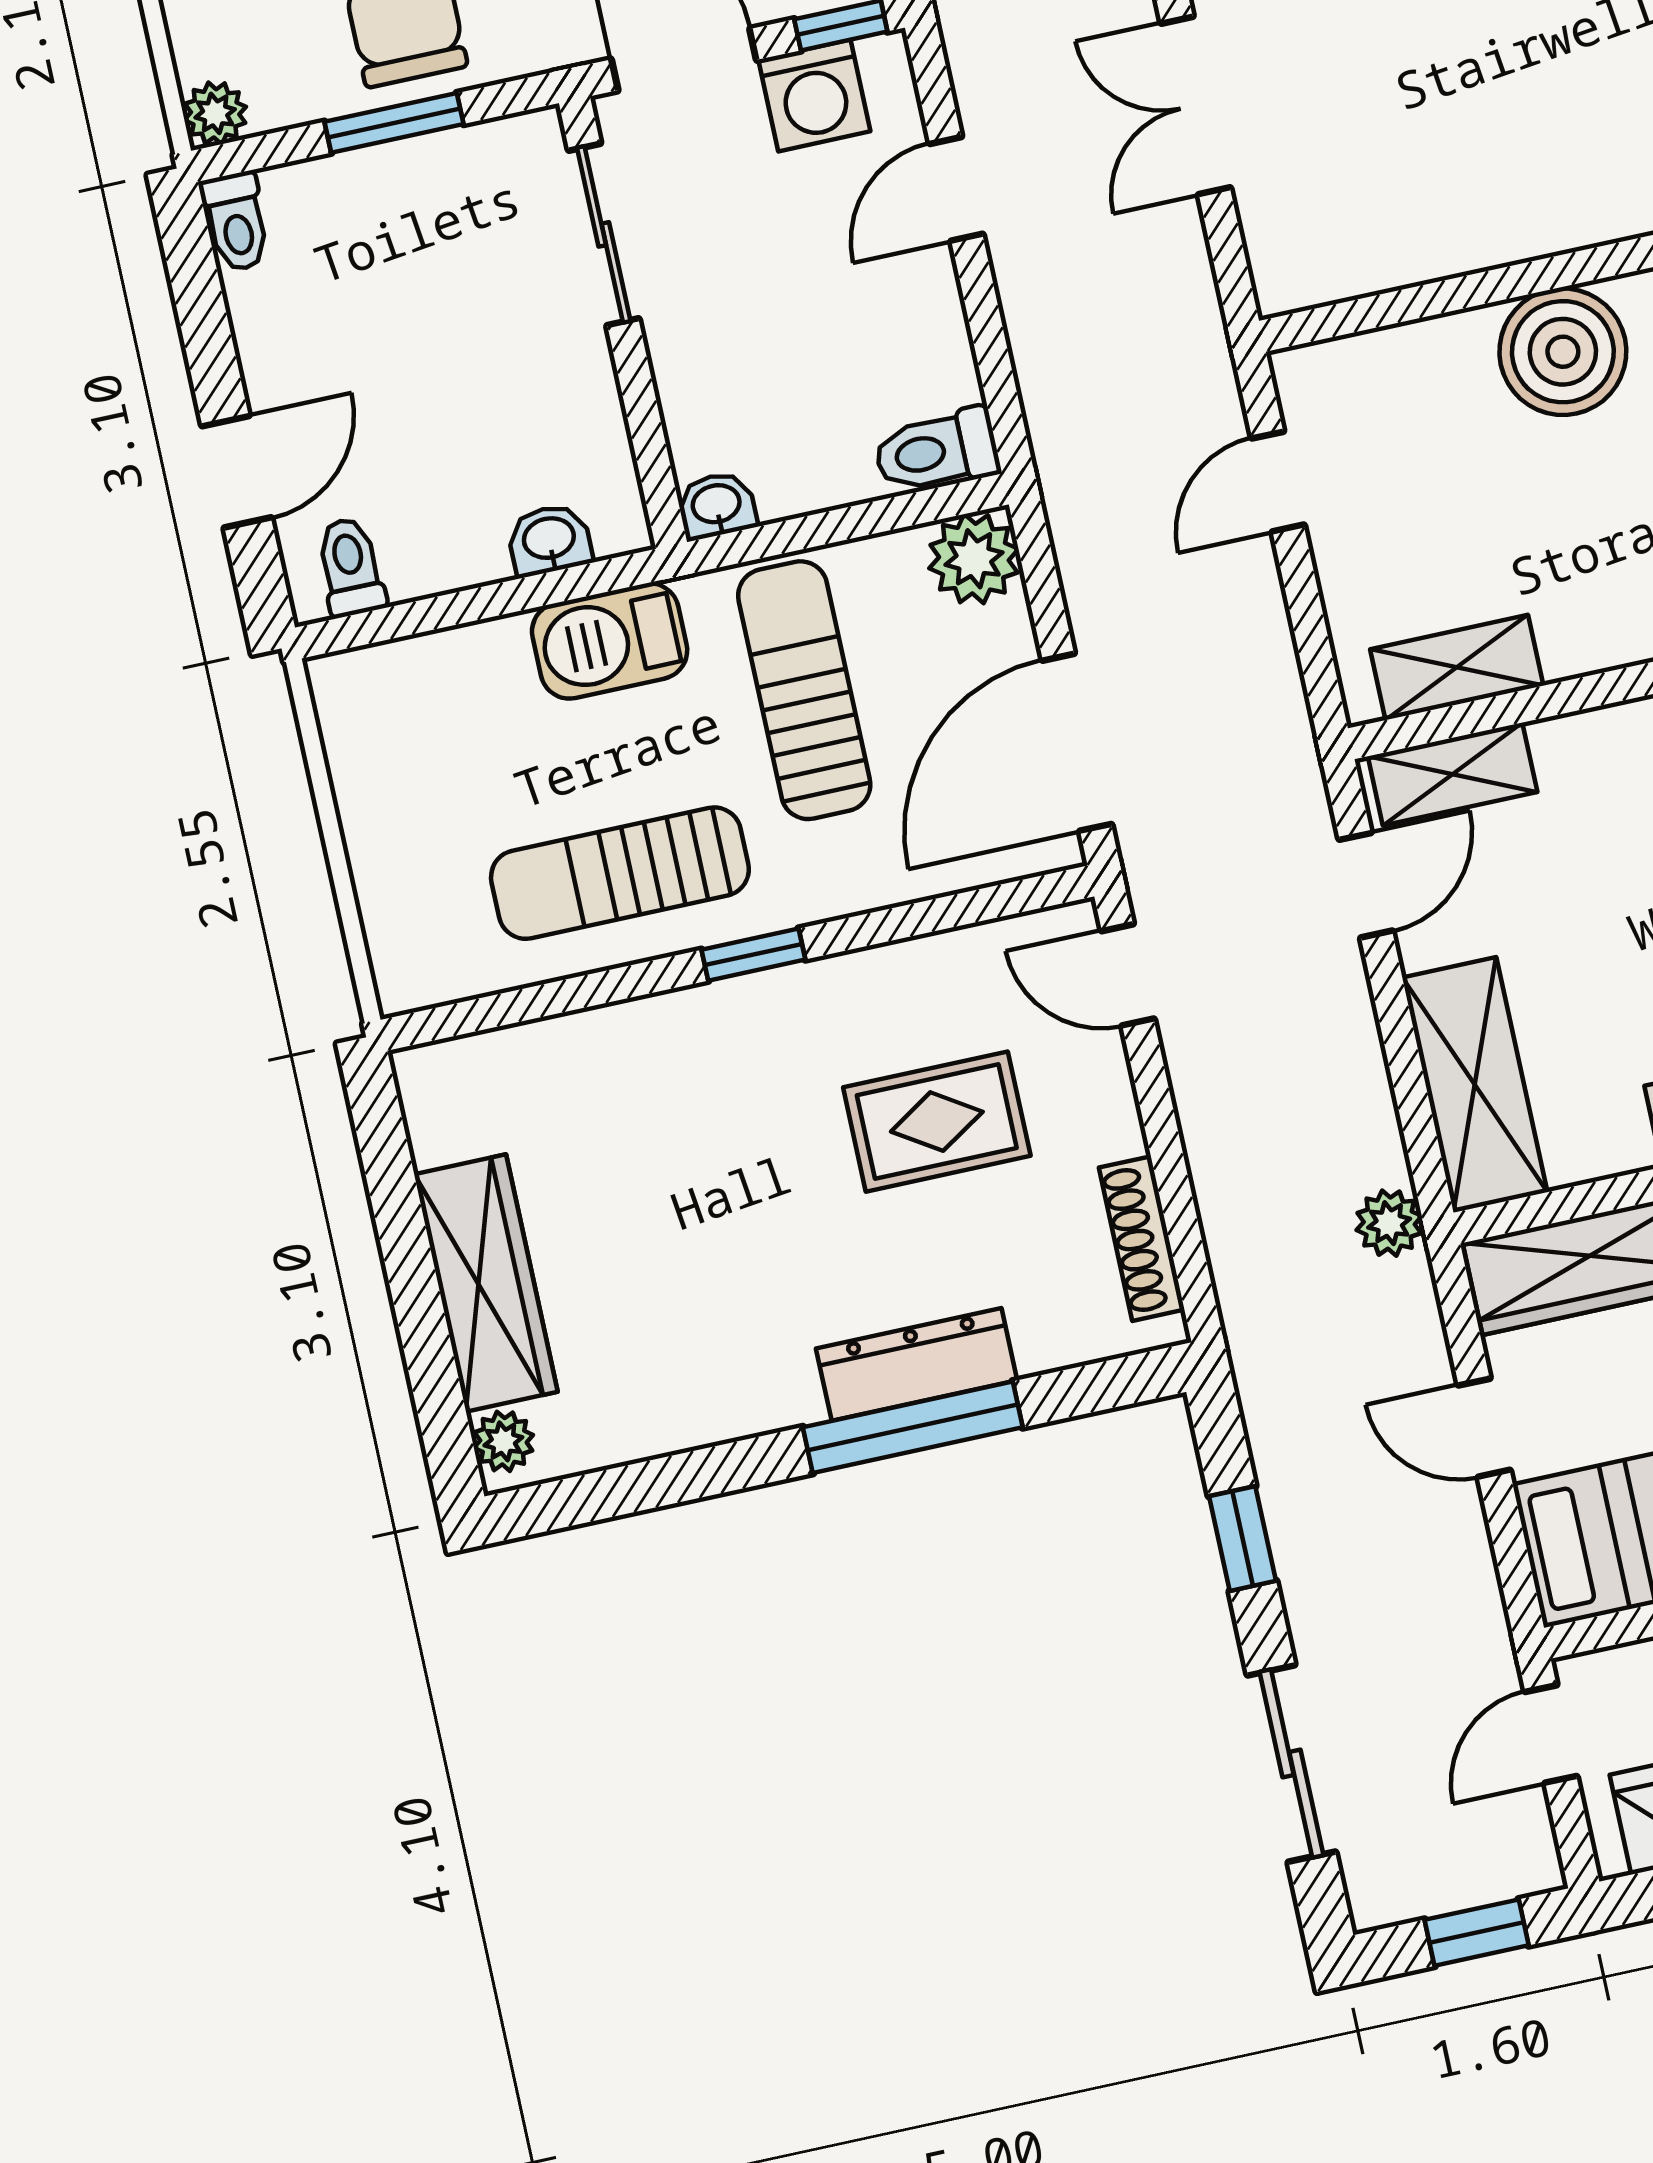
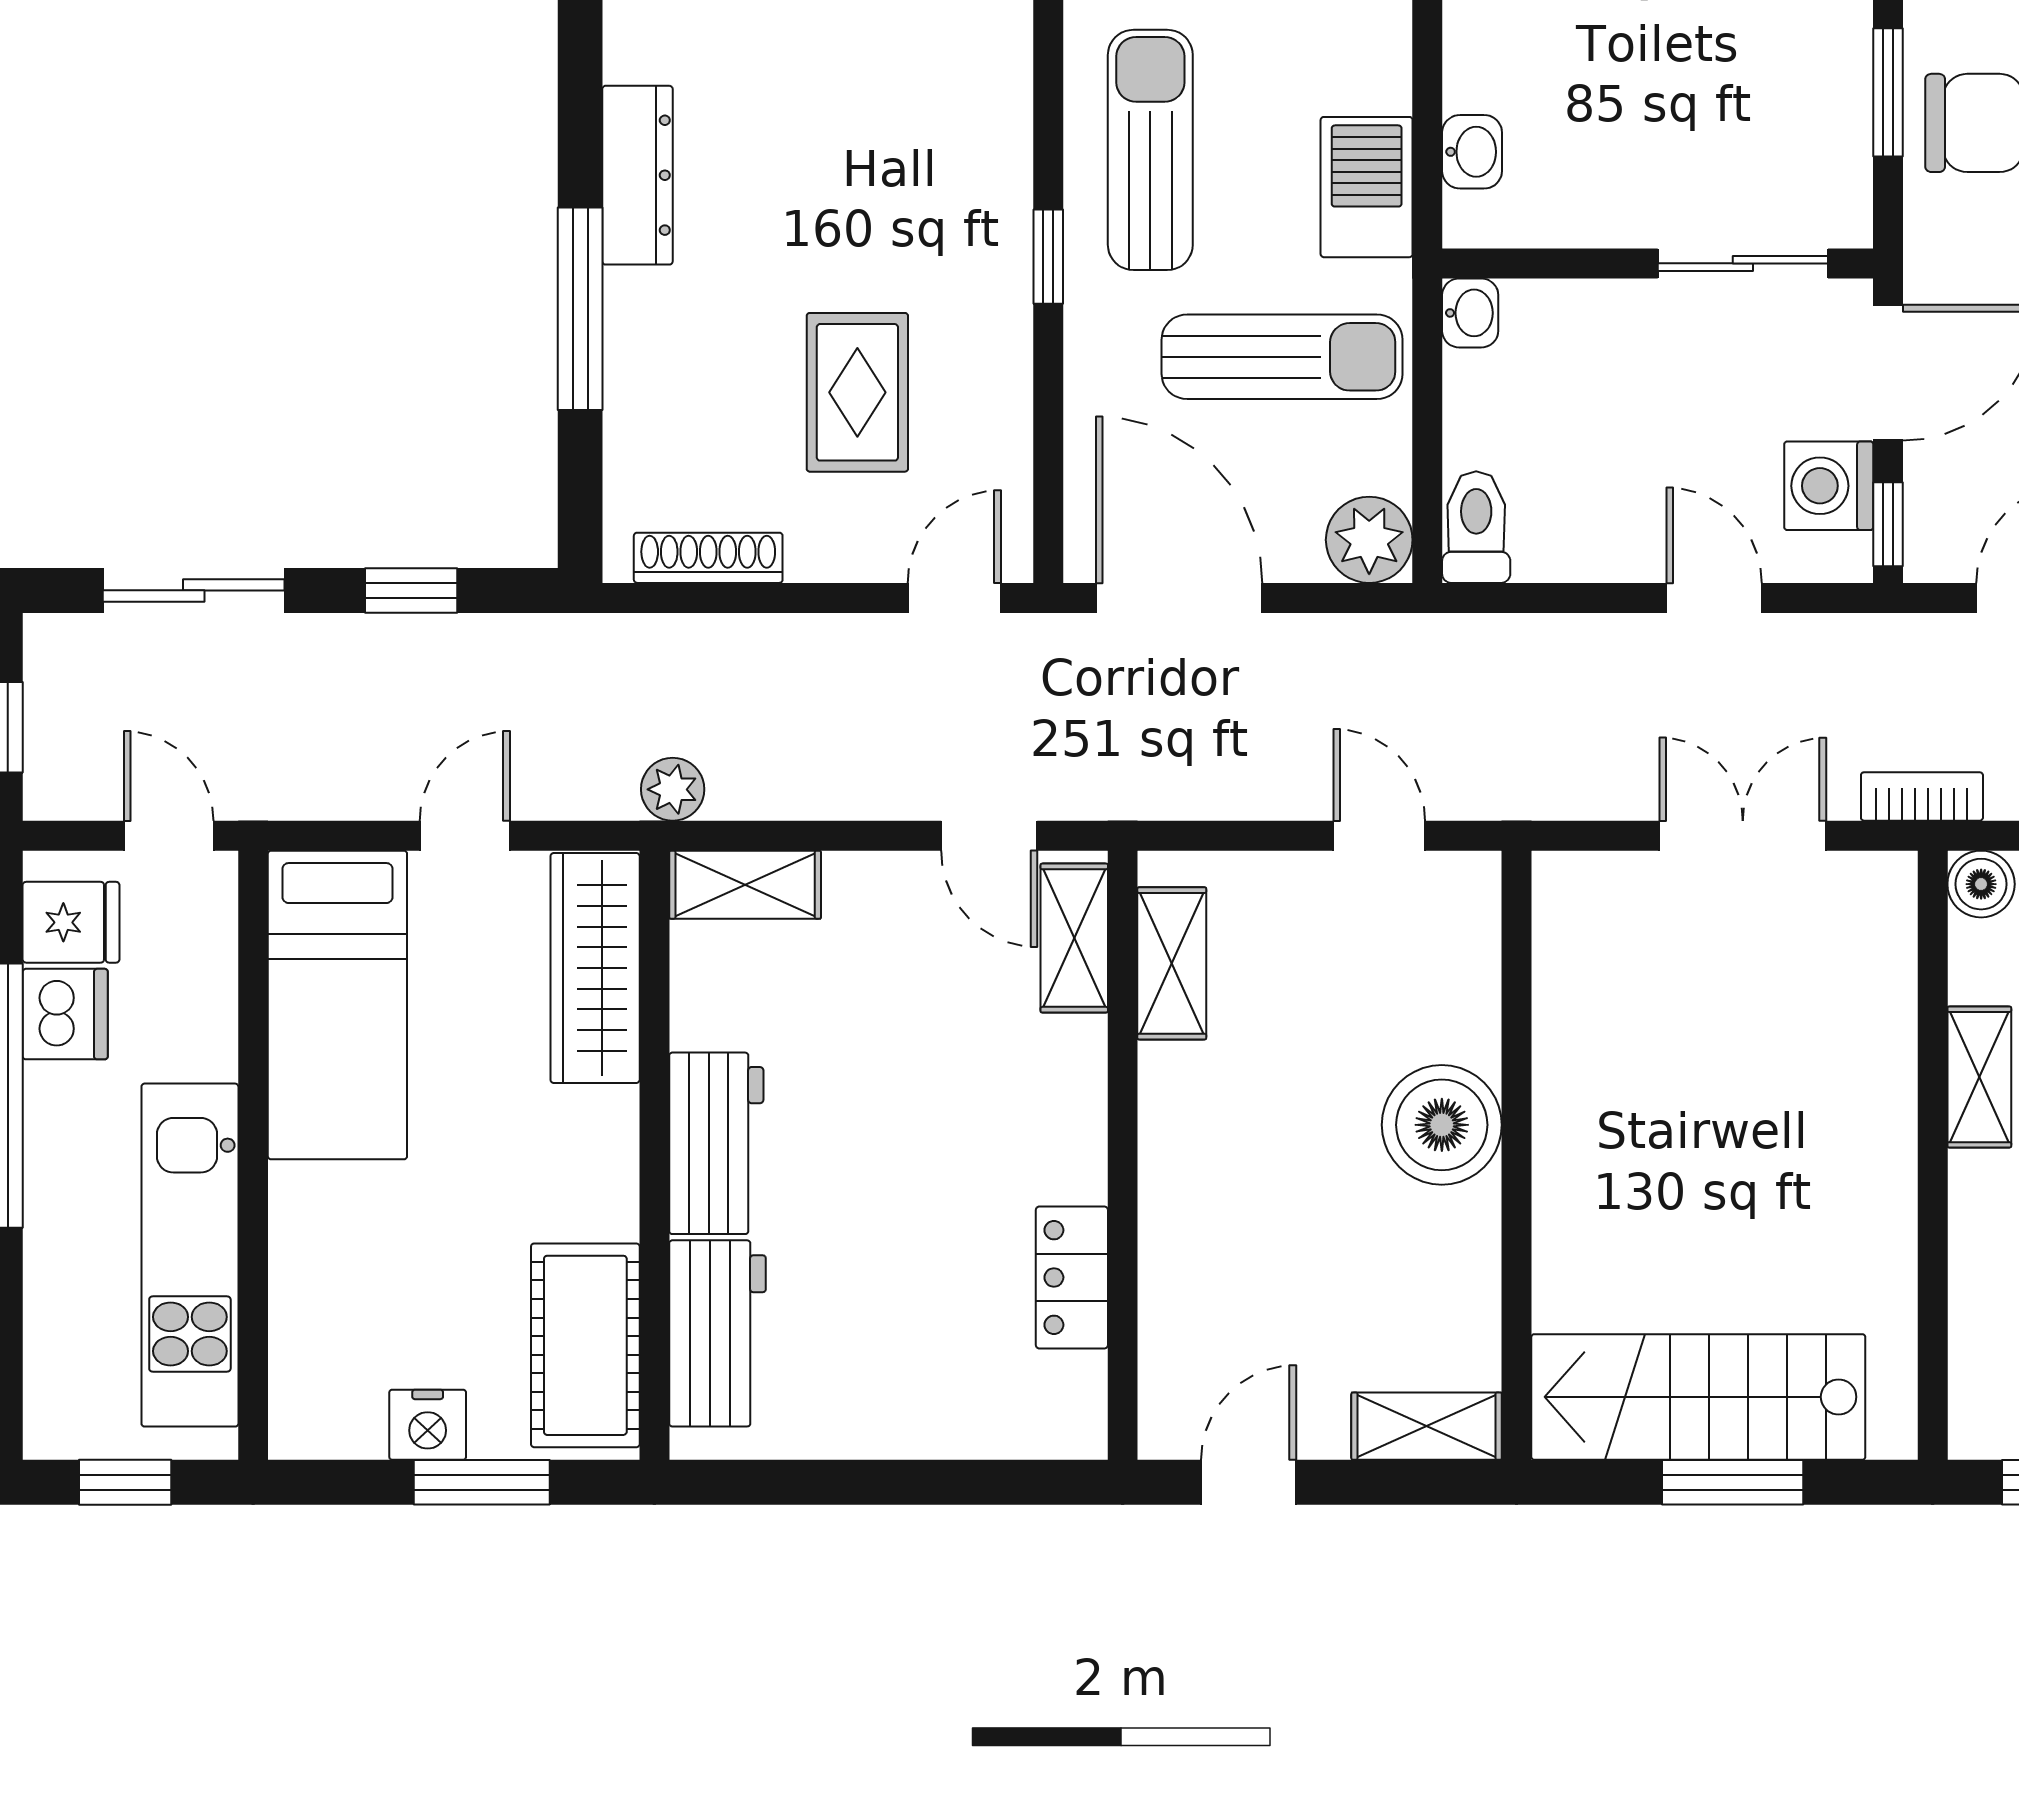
shelving: (1475, 1085) -> (745, 885), width x0.67, depth x0.75
dresser: (917, 1364) -> (637, 175), moved

